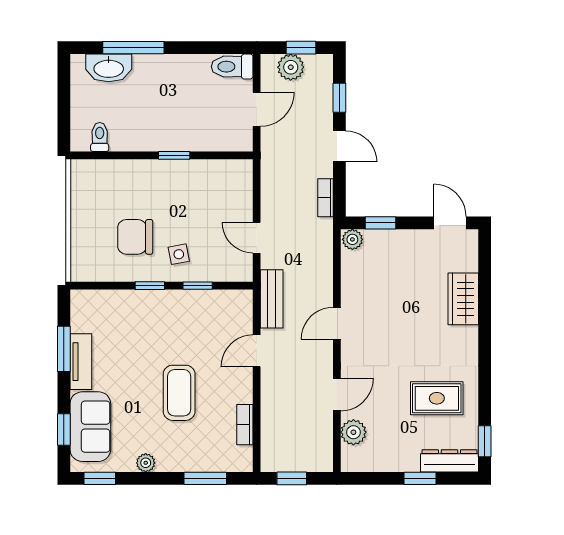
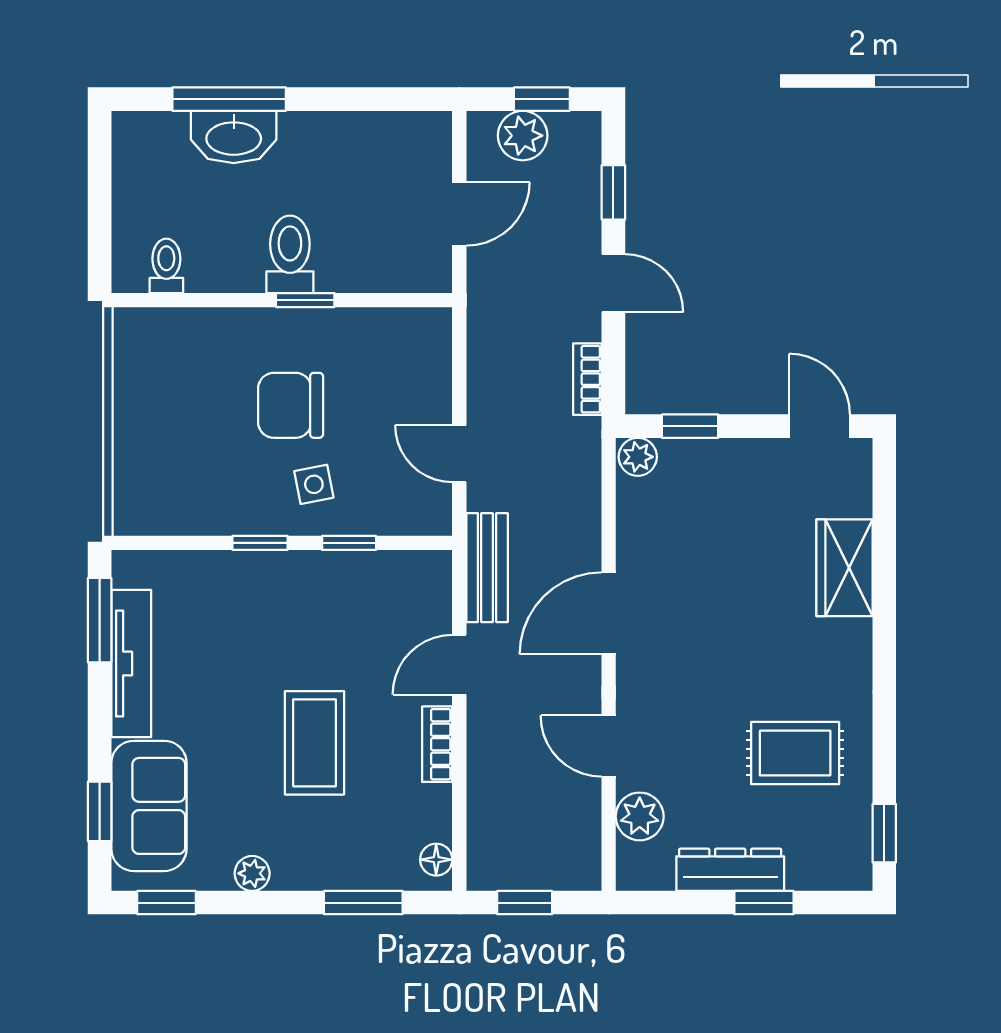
toilet: (232, 67) -> (290, 254), moved, turned 90
washbasin: (109, 68) -> (234, 137), moved
chair: (135, 237) -> (291, 405), moved
door: (337, 323) -> (609, 613), width x1.38
window: (64, 349) -> (100, 620), moved
tv unit: (81, 362) -> (131, 663), width x1.41
door: (337, 394) -> (609, 746), swing flipped
bookcase: (245, 425) -> (437, 744), moved
floor lamp: (244, 455) -> (436, 860), added
dresser: (449, 461) -> (730, 870), moved

